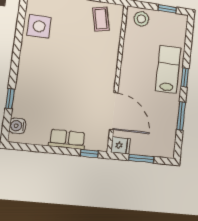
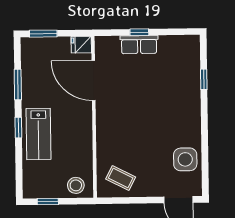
coffee table: (101, 19) -> (121, 178), turned -50
water cooler: (17, 126) -> (192, 52), removed
window: (89, 153) -> (139, 32), moved
window: (141, 159) -> (43, 34), moved

